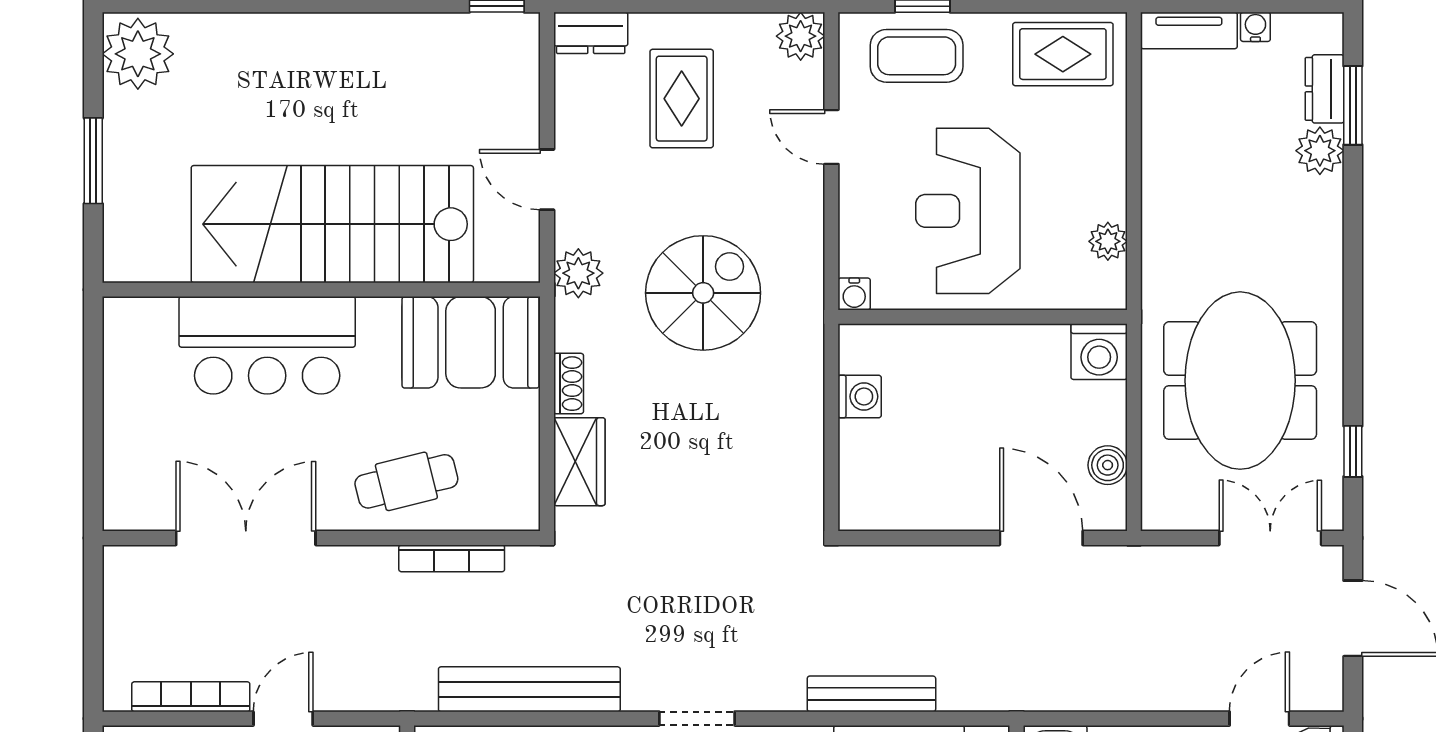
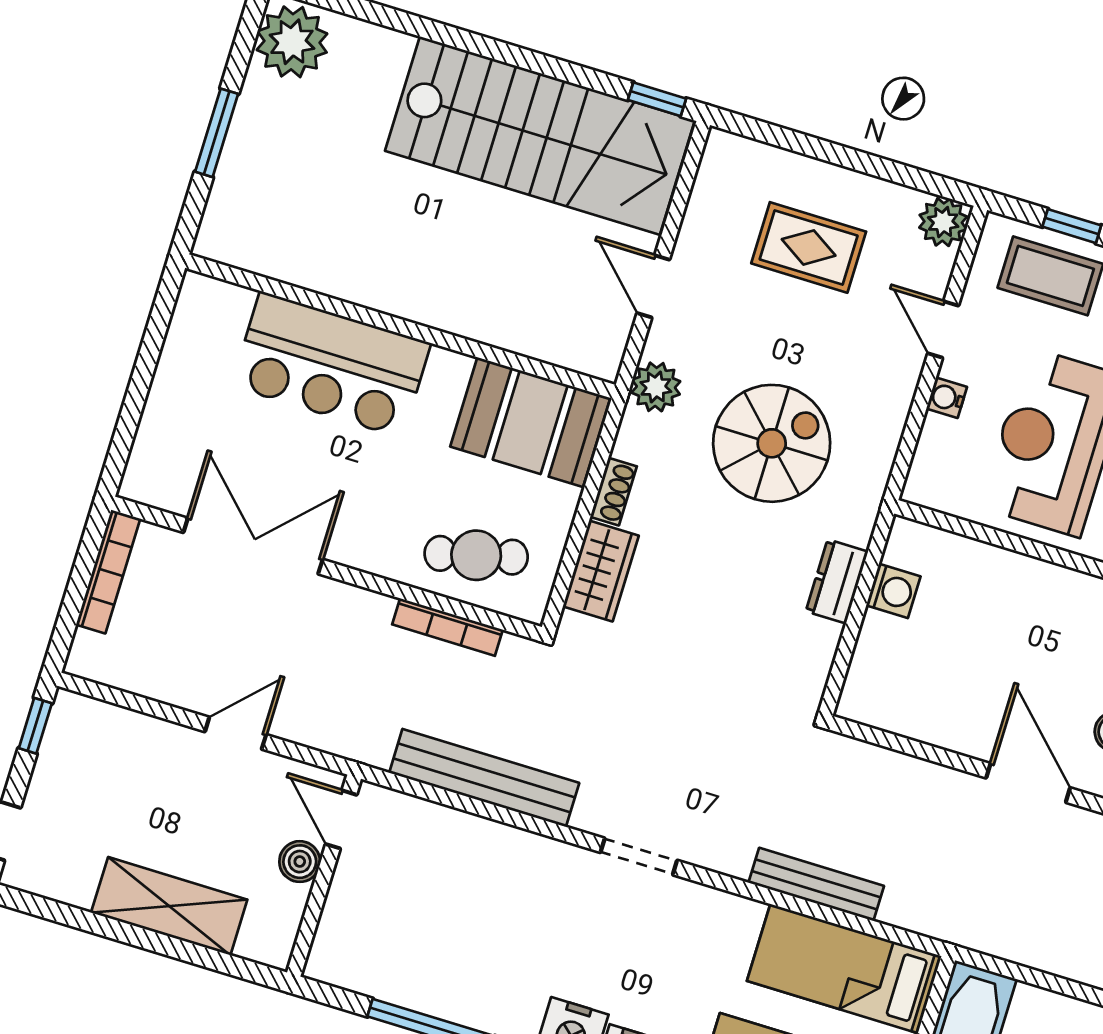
dresser: (591, 33) -> (837, 581), moved, turned 90
rug: (682, 99) -> (809, 247), turned 90
stairs: (332, 224) -> (540, 136), moved, turned 180
water cooler: (854, 294) -> (947, 398), moved, turned 90
cafe table: (406, 481) -> (476, 555), moved
bookcase: (191, 697) -> (108, 572), moved, turned 90

